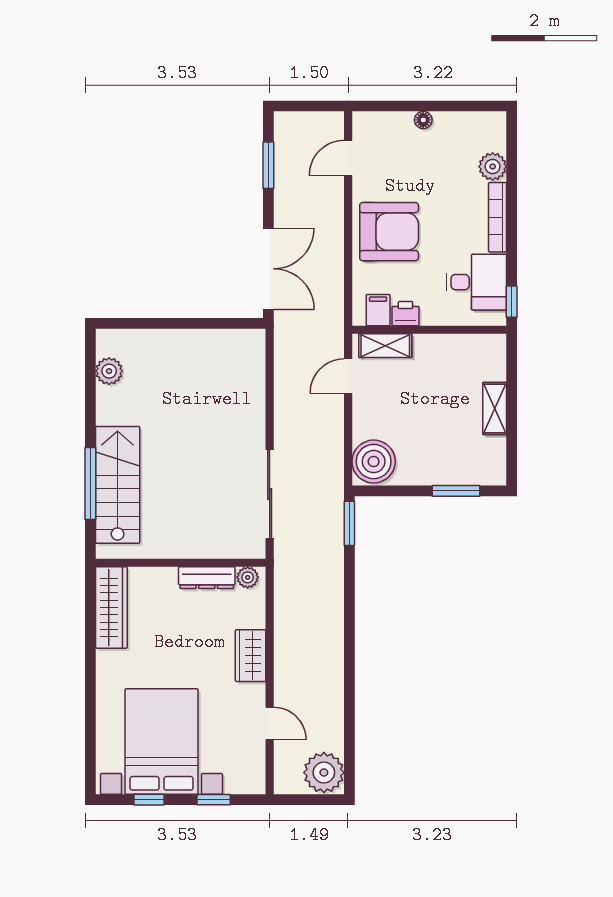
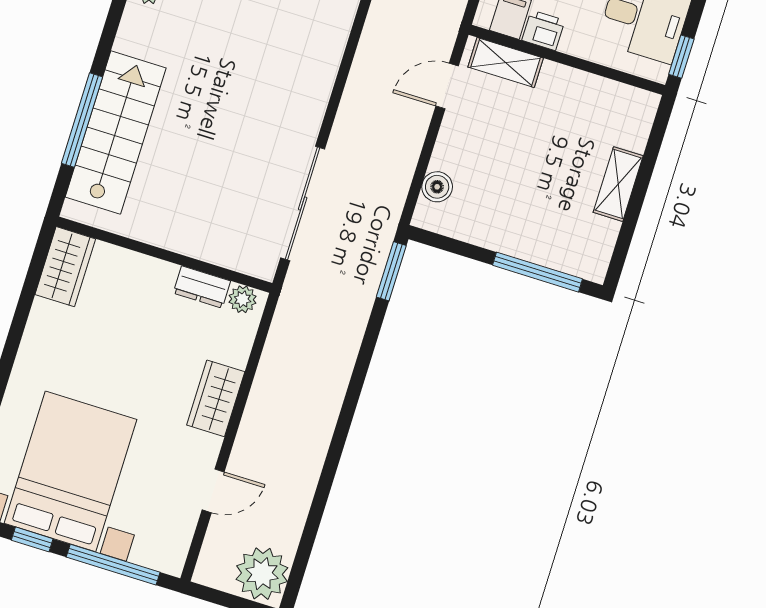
boiler: (374, 462) -> (437, 187), width x0.54, depth x0.54
window: (456, 491) -> (538, 272), width x1.44
dresser: (207, 578) -> (202, 287), width x0.70
wardrobe: (111, 608) -> (65, 267), width x0.67
door: (270, 723) -> (213, 491), hinge flipped
window: (214, 800) -> (113, 565), width x2.17

